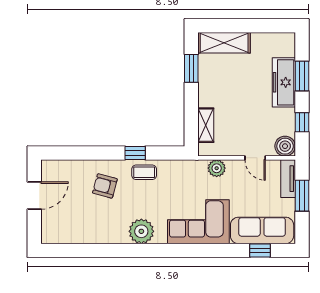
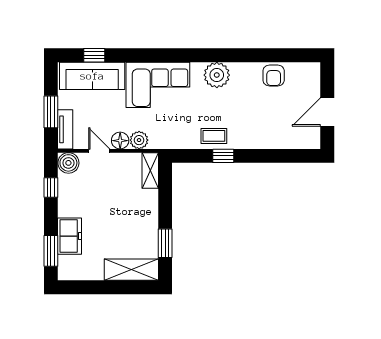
window: (302, 76) -> (51, 251), moved
freezer: (284, 82) -> (70, 236), width x0.71
shelving: (206, 125) -> (150, 170), moved
floor lamp: (235, 168) -> (120, 141), added
armchair: (105, 186) -> (274, 76), moved, turned 75

